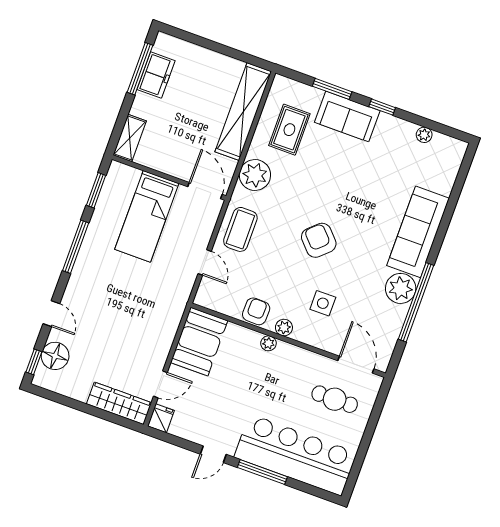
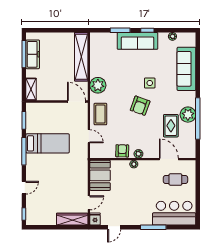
freezer: (156, 75) -> (33, 54), width x1.40
sofa: (347, 116) -> (138, 41), width x1.36
rug: (289, 130) -> (171, 126), moved
bed: (147, 216) -> (48, 143), moved, turned -90
sofa: (418, 232) -> (186, 69), moved
armchair: (319, 240) -> (140, 106), turned -117
side table: (323, 303) -> (150, 83), moved
door: (51, 314) -> (24, 188), hinge flipped
floor lamp: (55, 356) -> (33, 207), removed
door: (356, 365) -> (169, 159), moved
door: (213, 454) -> (114, 227), moved
bar counter: (296, 455) -> (174, 213), width x0.73

